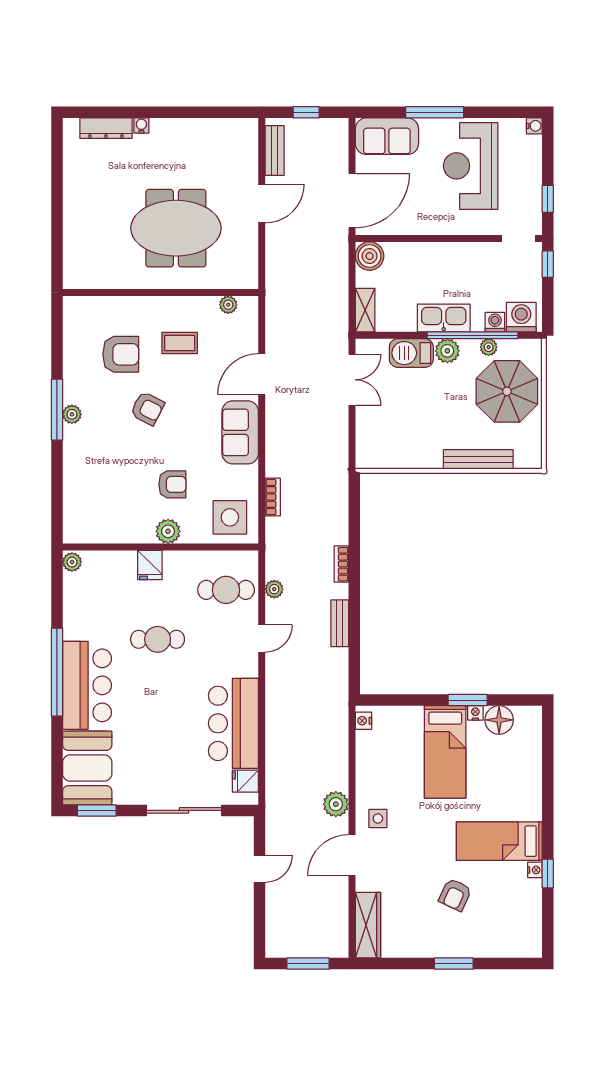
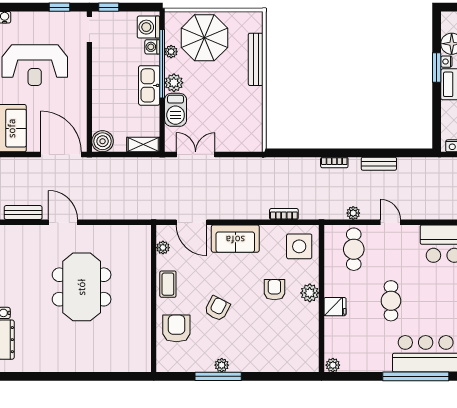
wall: (161, 292) -> (154, 299), moved
plant: (228, 305) -> (163, 248), moved

